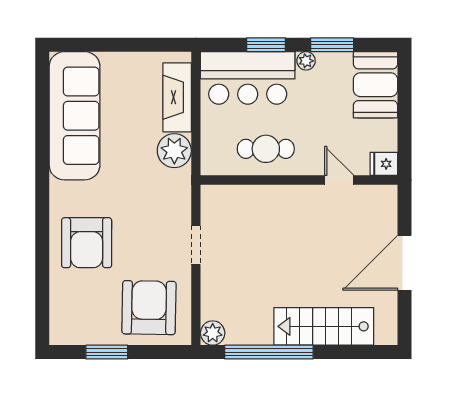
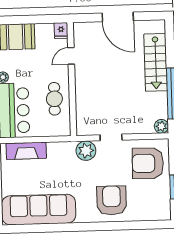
plant: (174, 151) -> (86, 151), moved
armchair: (87, 243) -> (112, 200), turned -90

